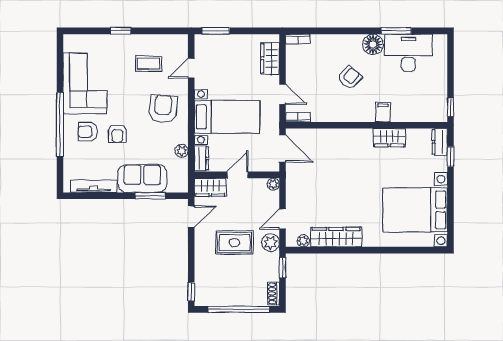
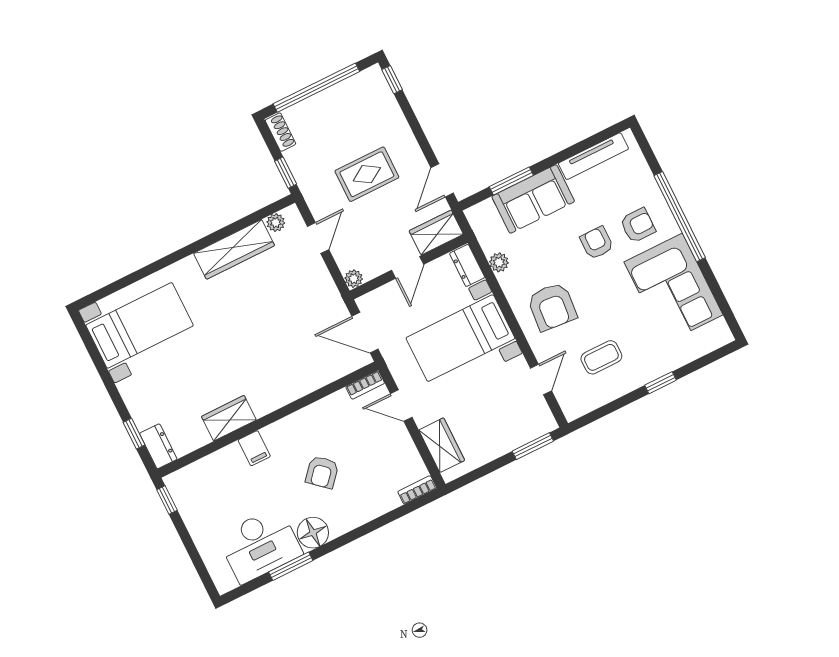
bed with nightstands: (415, 210) -> (140, 325), width x0.73
plant: (271, 243) -> (318, 198), removed

